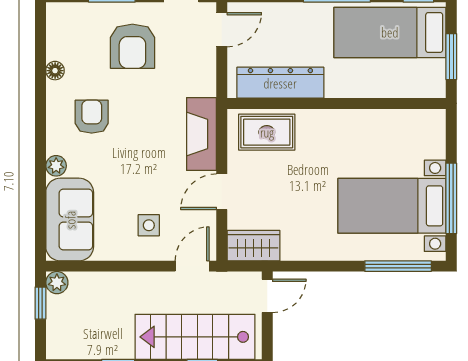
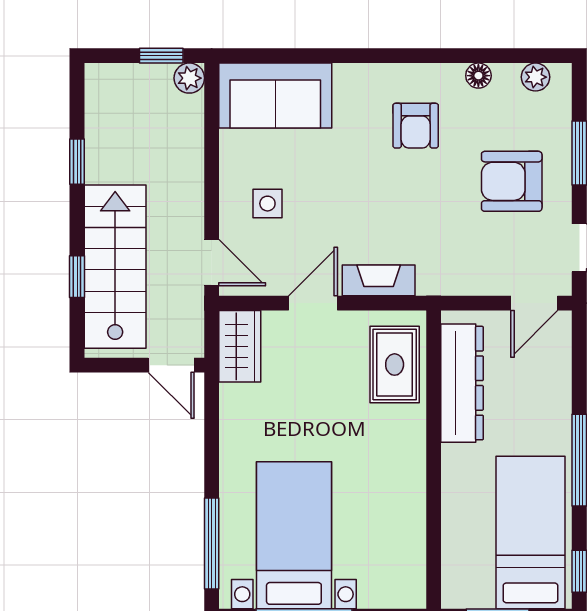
door: (222, 30) -> (534, 303), hinge flipped
armchair: (92, 117) -> (416, 126), turned 90
fireplace: (202, 134) -> (379, 280), width x0.73, depth x0.76
plant: (56, 166) -> (536, 77), moved
door: (222, 192) -> (313, 303), hinge flipped

